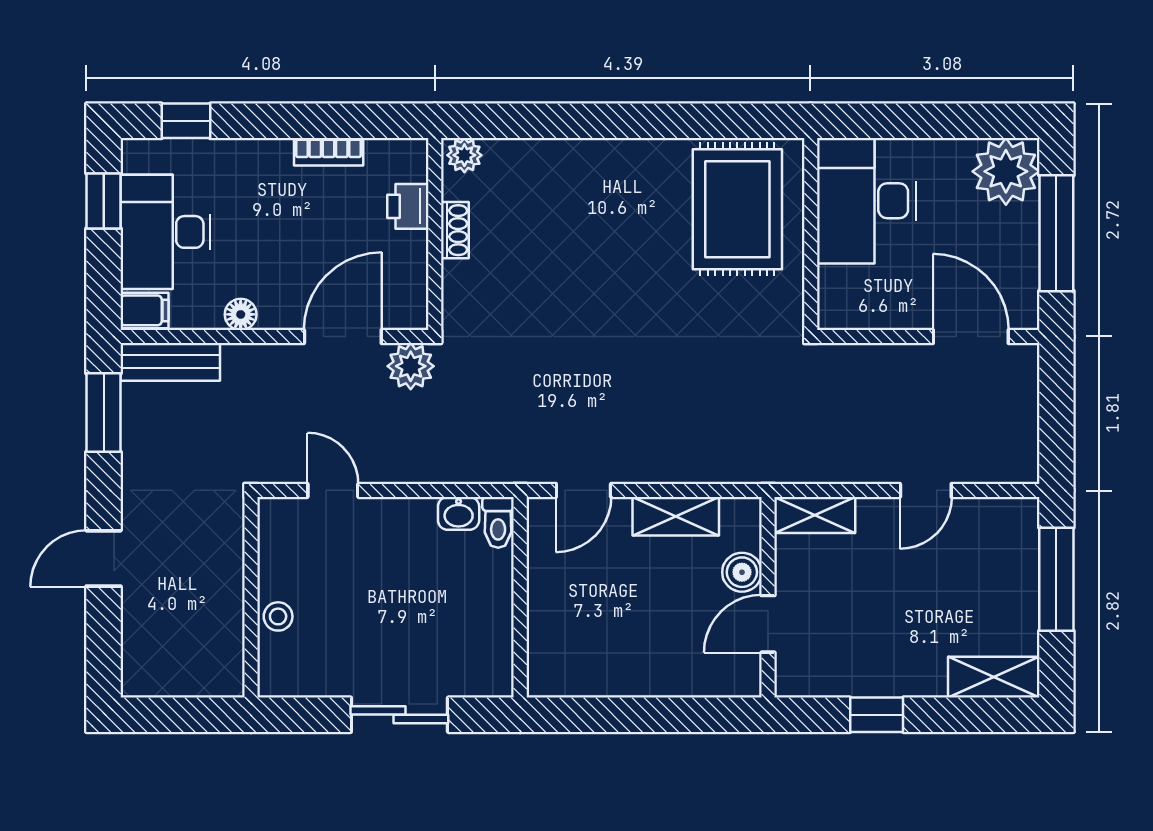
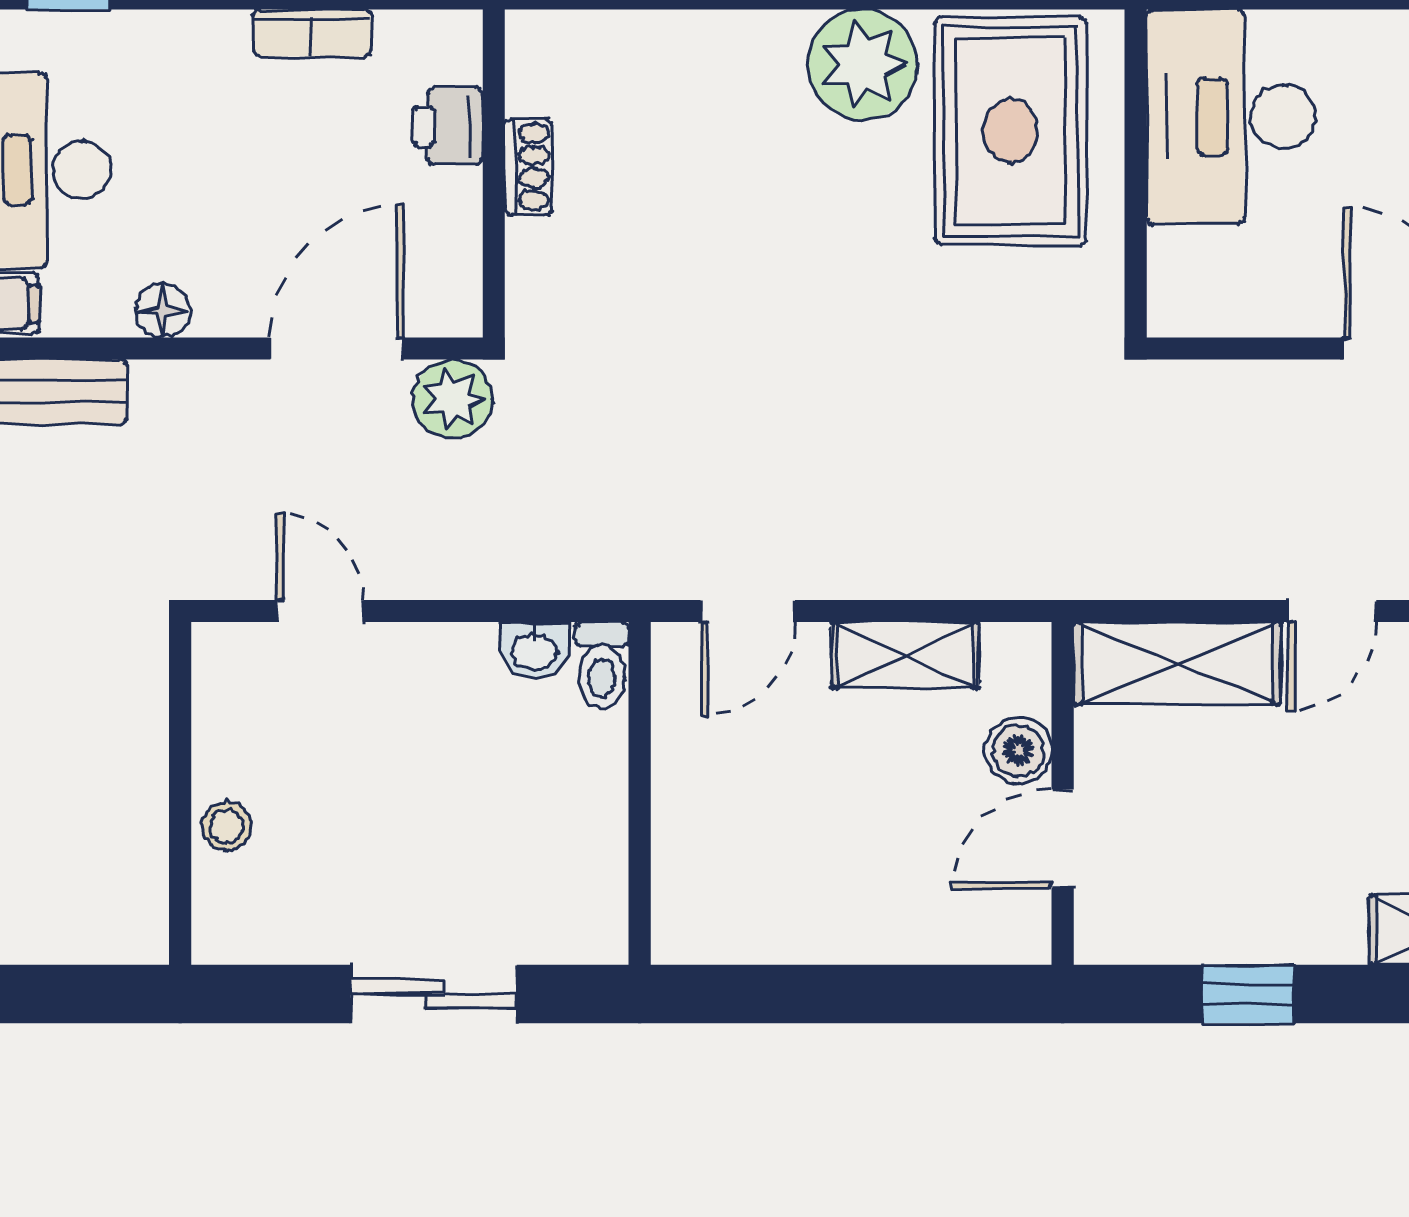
plant: (464, 155) -> (863, 65), moved, width x1.88, depth x1.88
shelving: (815, 515) -> (1177, 663), width x1.50, depth x1.33

